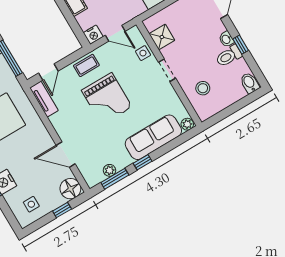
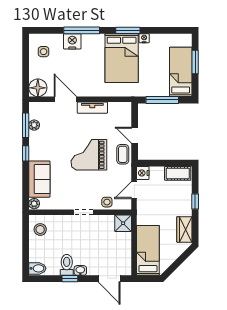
shower: (162, 37) -> (123, 223), moved
door: (48, 72) -> (135, 135), moved
stool: (203, 88) -> (40, 230), moved
tv unit: (44, 99) -> (92, 108), moved
sofa: (153, 137) -> (39, 179), width x0.73
door: (66, 155) -> (65, 99), hinge flipped
window: (62, 210) -> (26, 72), removed

